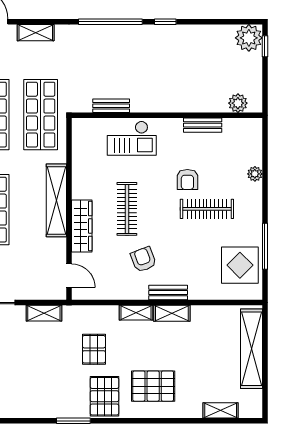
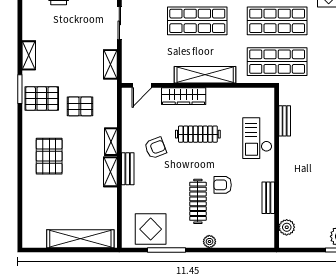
plant: (255, 174) -> (209, 242), moved
pallet: (104, 396) -> (42, 99), moved
shelving: (221, 410) -> (29, 55), moved

